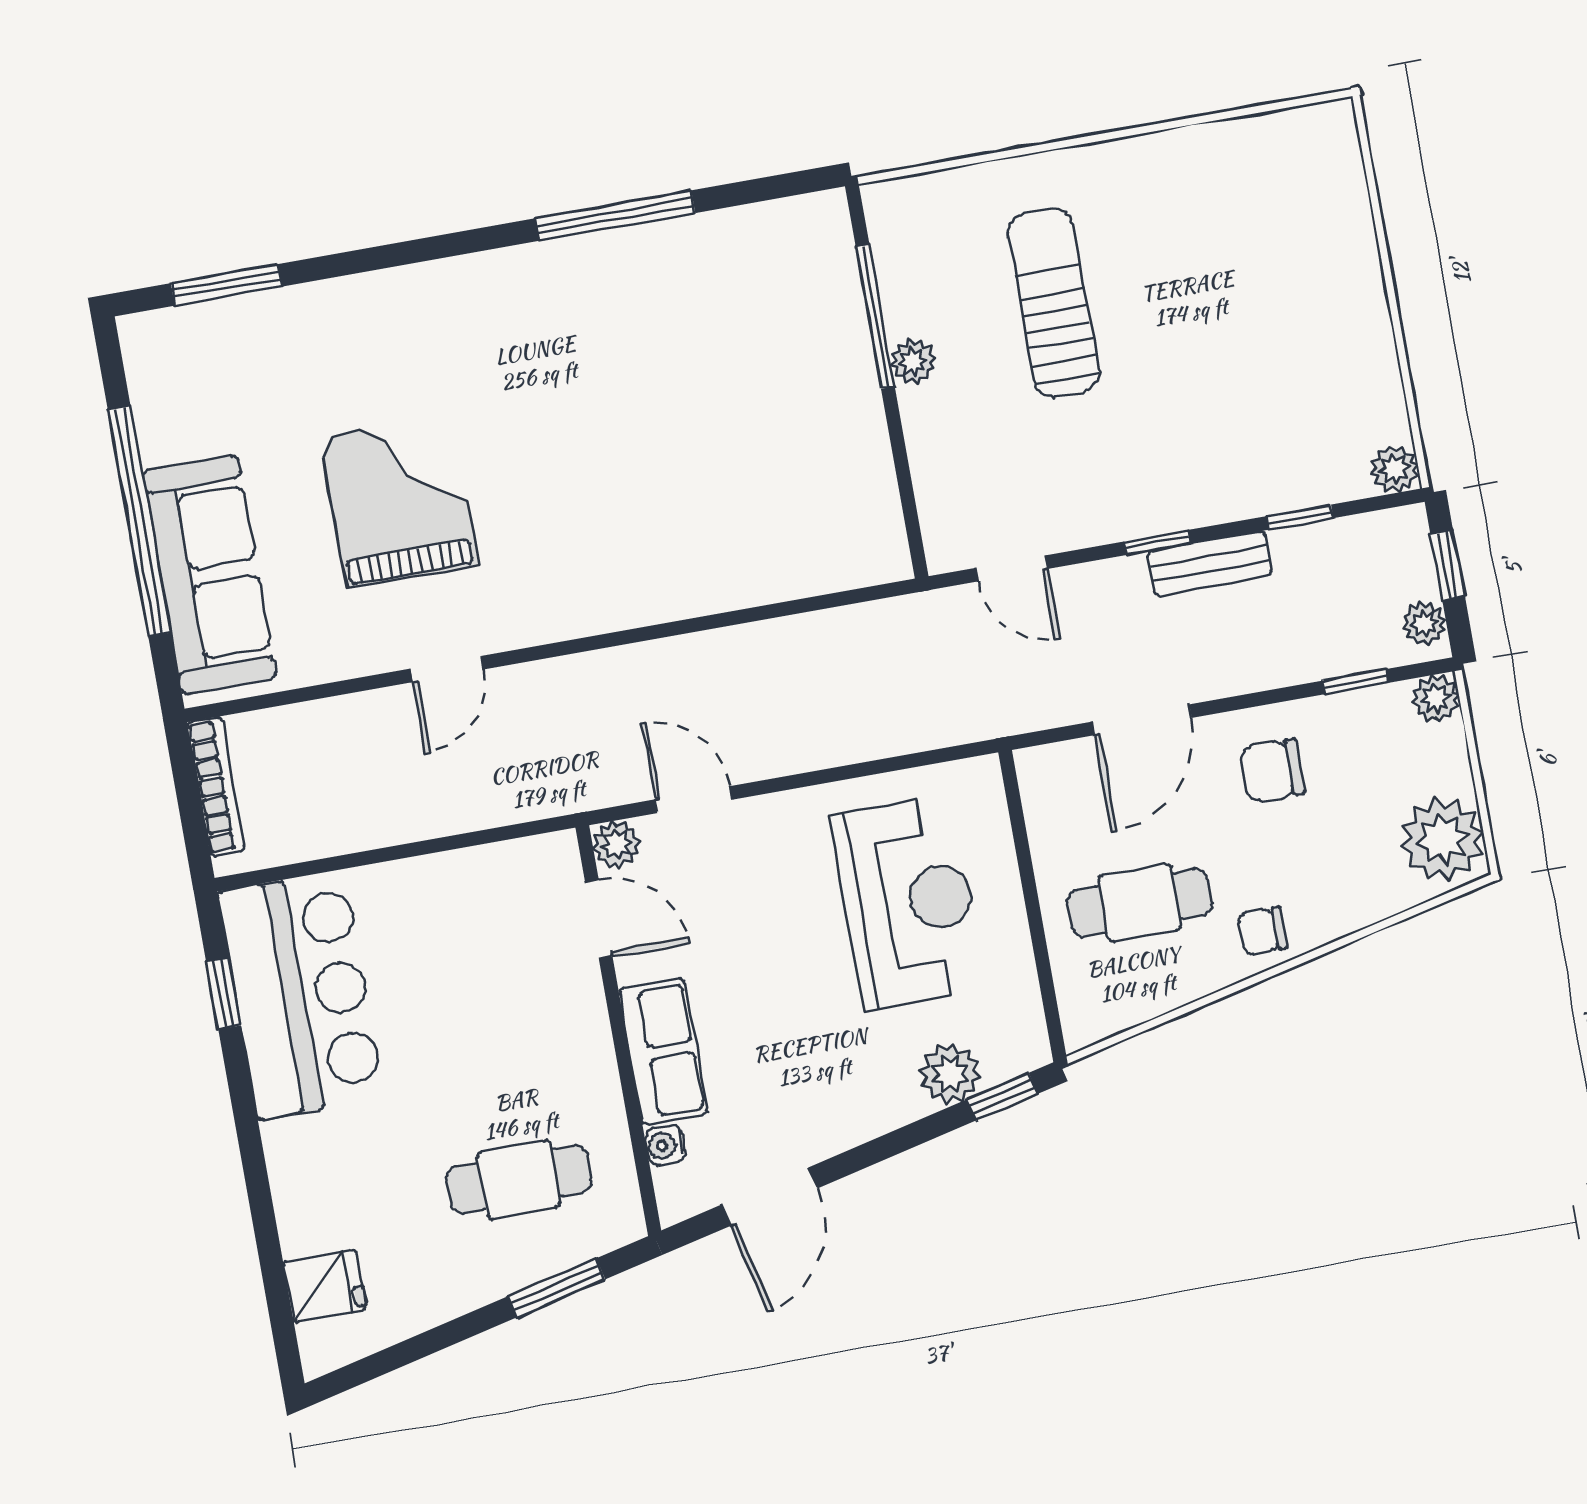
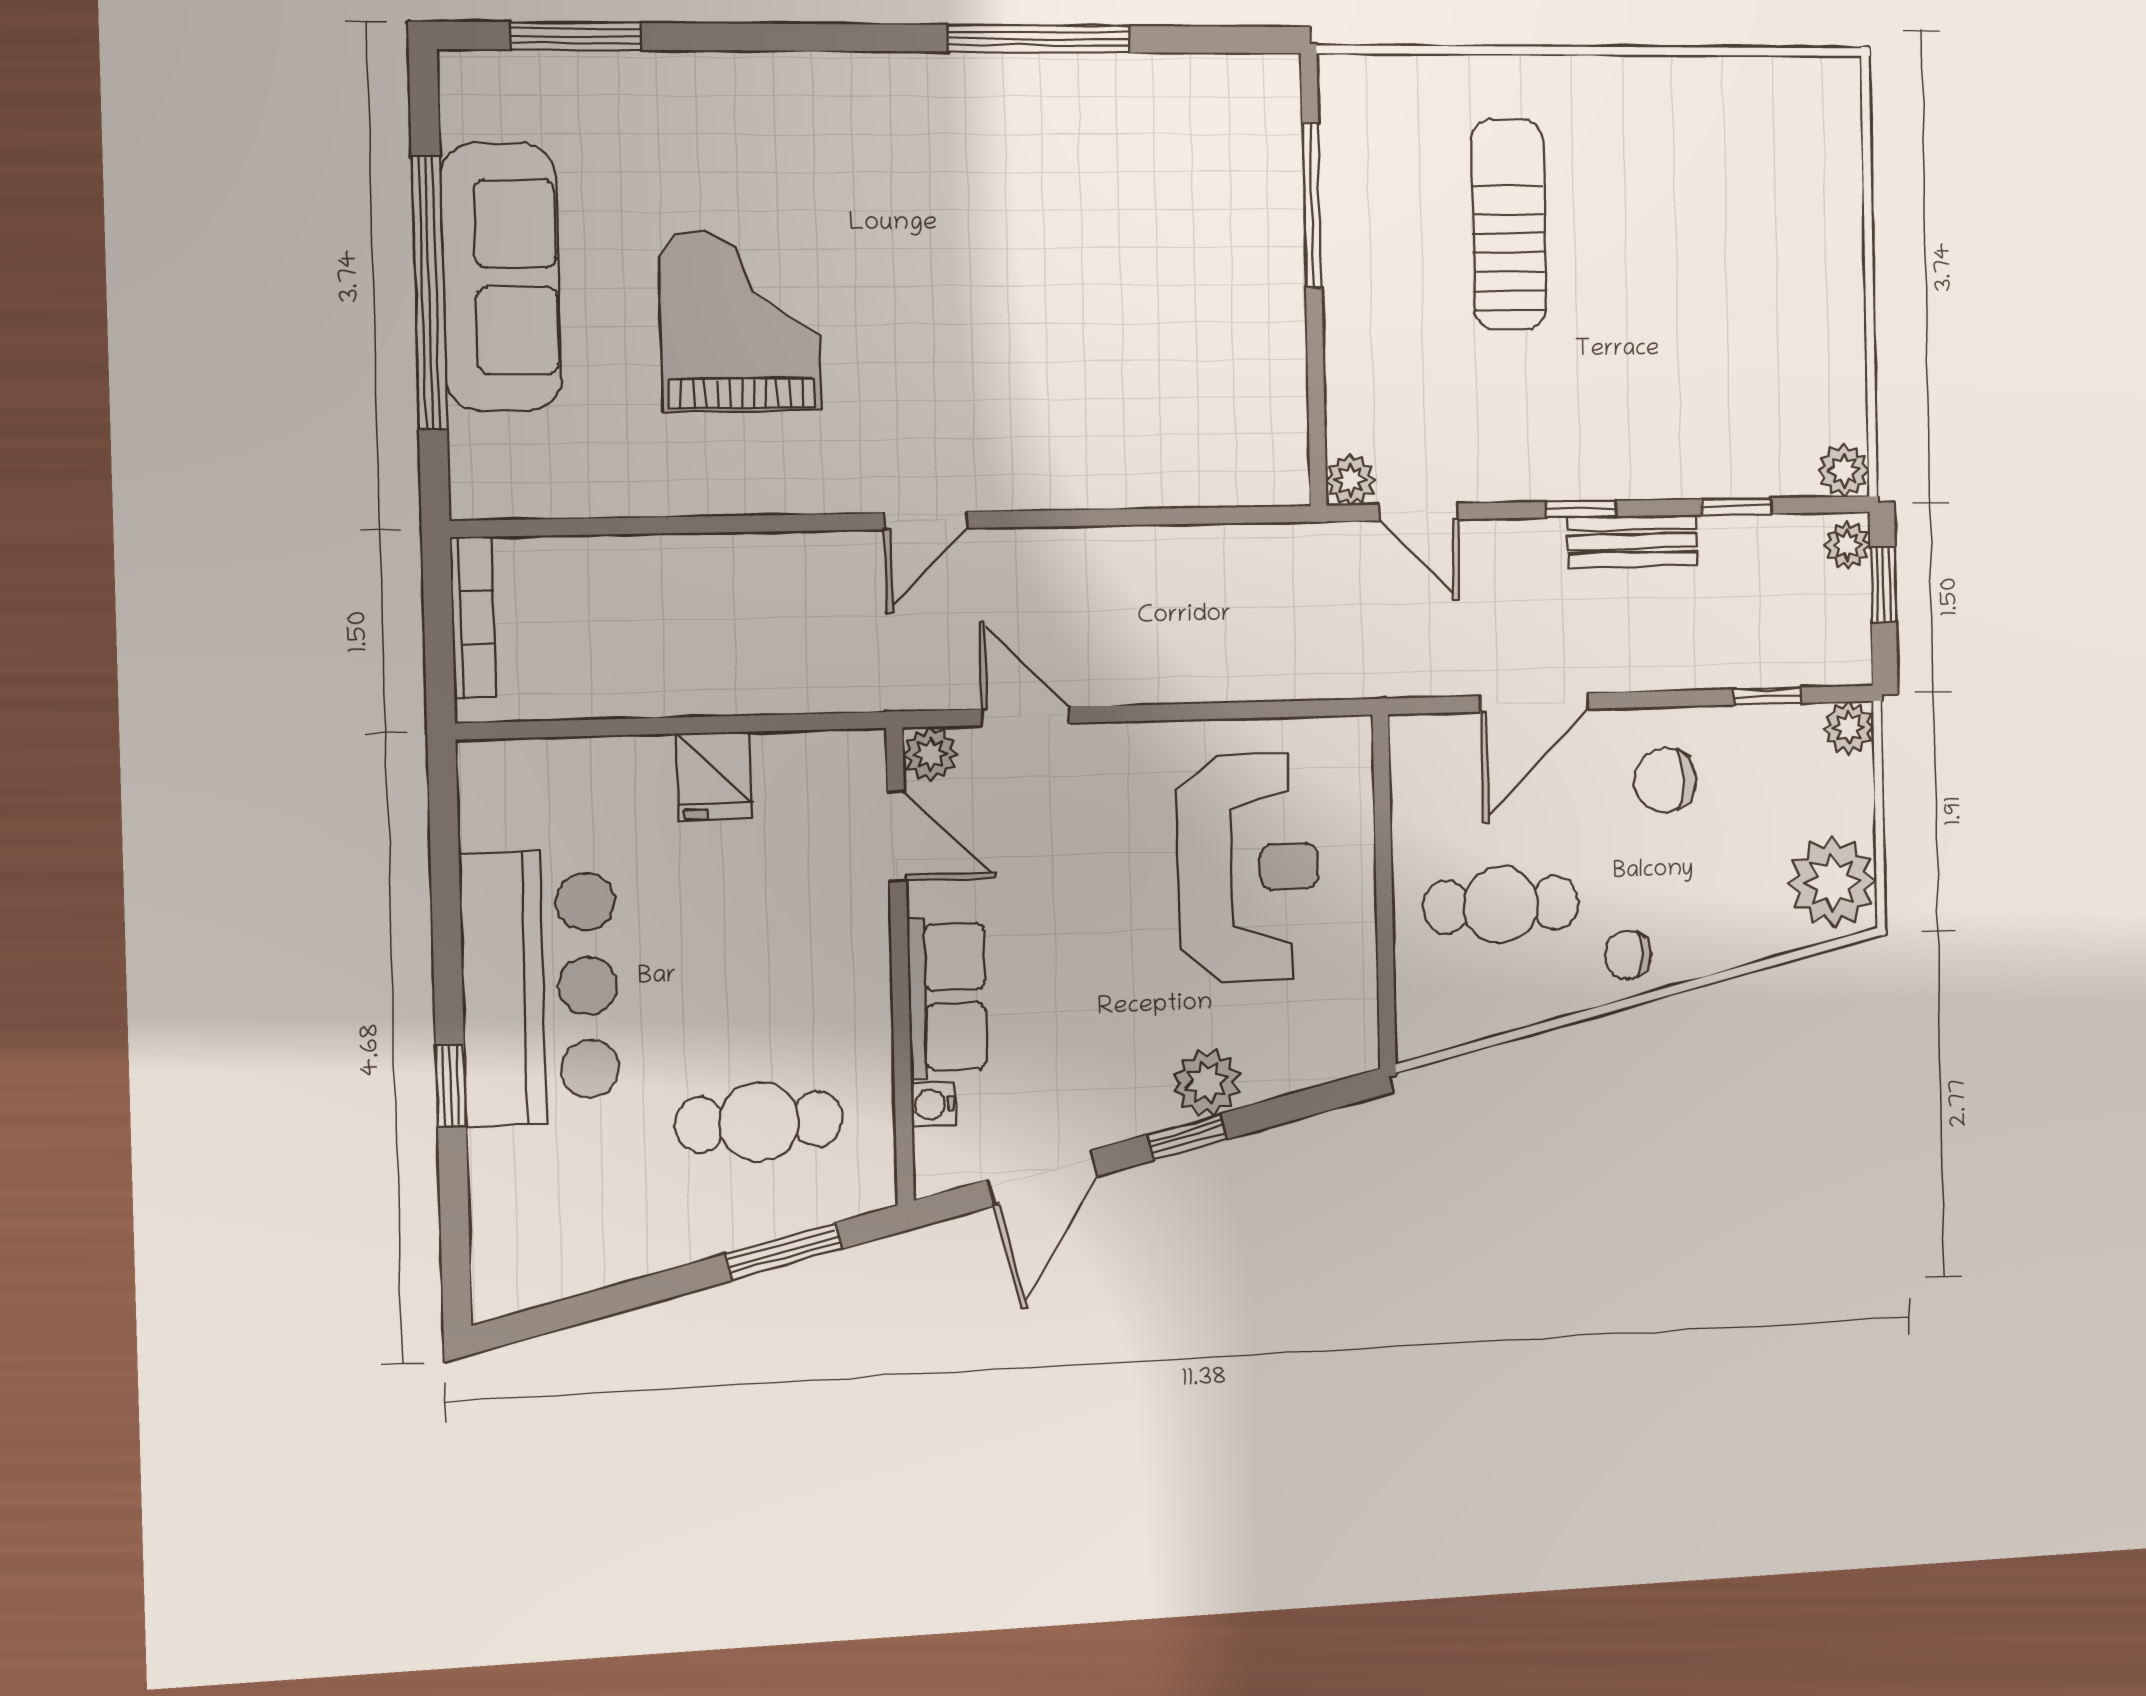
plant: (913, 362) -> (1351, 480), moved
sofa: (210, 575) -> (501, 277), moved
plant: (1424, 624) -> (1847, 545), moved
door: (447, 669) -> (926, 521), moved
window: (223, 993) -> (451, 1086), moved
bar counter: (301, 995) -> (540, 987), moved
plant: (950, 1074) -> (1207, 1083), moved
window: (1002, 1097) -> (1187, 1137), moved
fridge: (325, 1286) -> (714, 776), moved, turned 90

